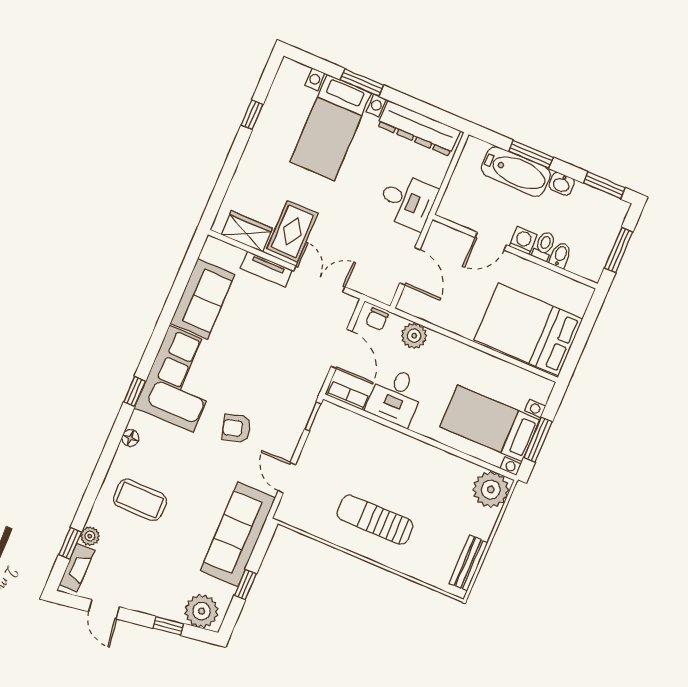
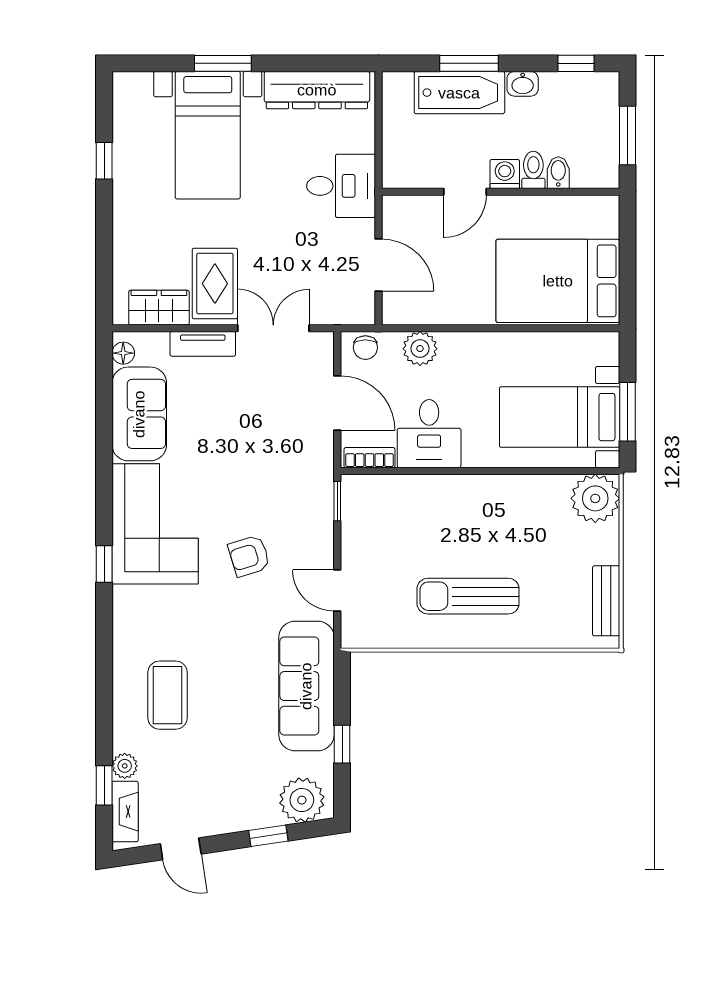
window: (604, 185) -> (576, 63), width x0.67
floor lamp: (130, 438) -> (123, 353), moved
coffee table: (140, 500) -> (168, 695), turned 90

